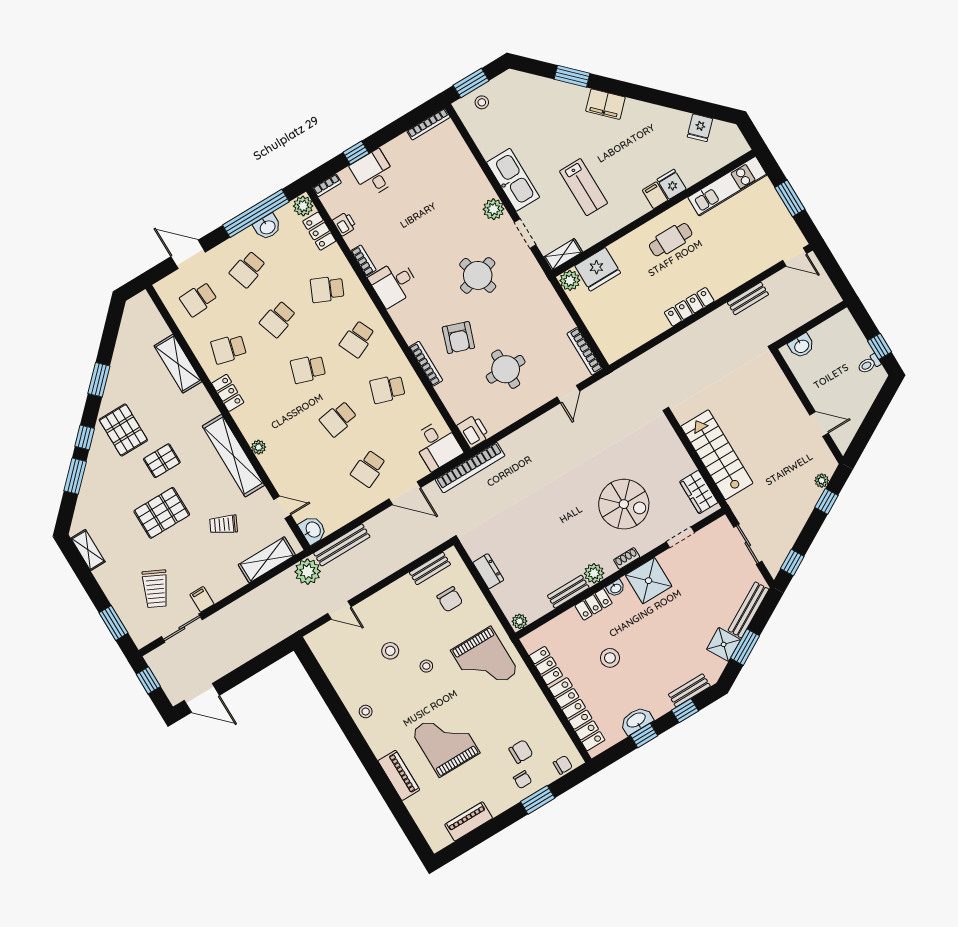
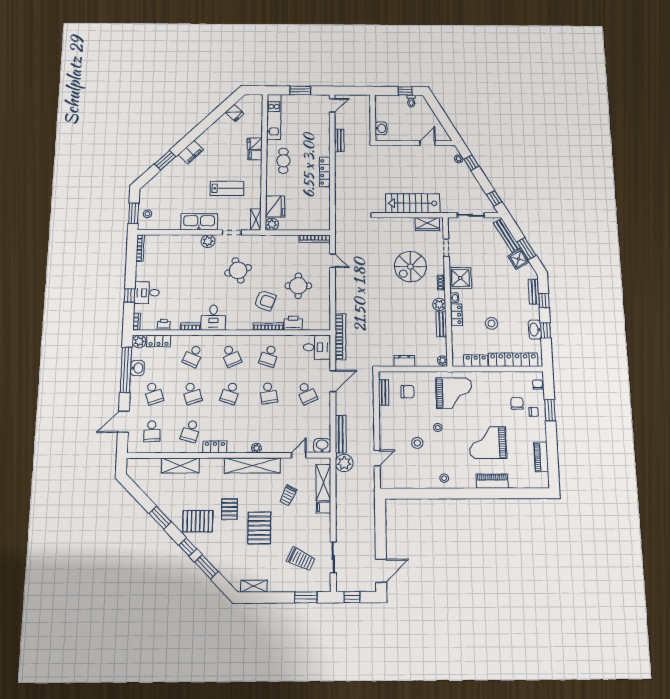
printer: (473, 431) -> (293, 323), moved
spiral stairs: (624, 504) -> (410, 267), turned 180
filing cabinet: (202, 599) -> (323, 508), moved

